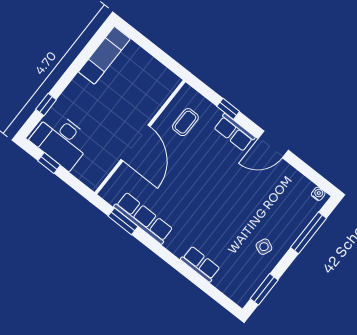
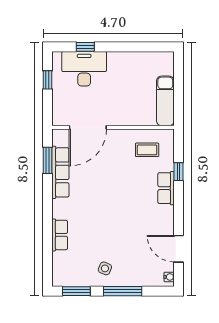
exam couch: (104, 55) -> (165, 101), moved, turned 90
desk: (61, 140) -> (84, 69), moved, turned 90
door: (135, 143) -> (88, 127), moved
door: (273, 144) -> (178, 249), moved
window: (309, 233) -> (123, 291), moved

